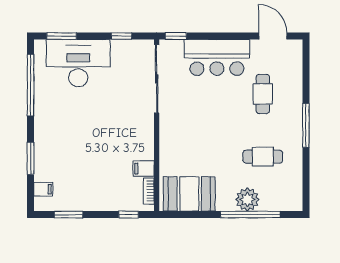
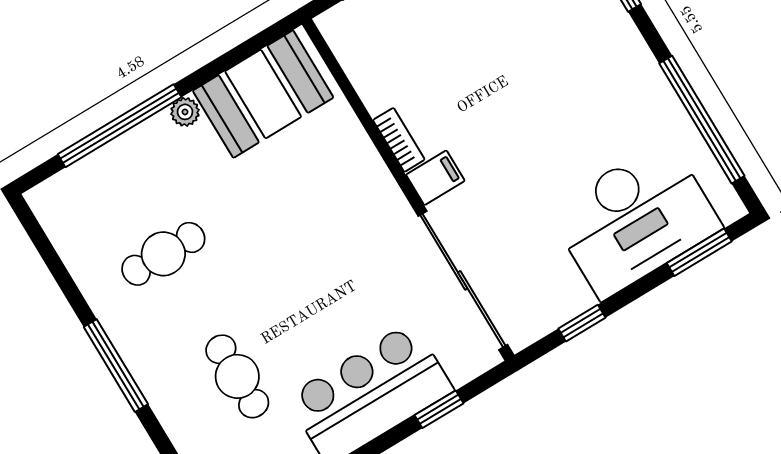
window: (176, 36) -> (439, 409), moved
filing cabinet: (144, 169) -> (435, 178), moved
bookcase: (149, 191) -> (399, 140), moved
plant: (247, 199) -> (185, 112), moved, width x0.53, depth x0.53

